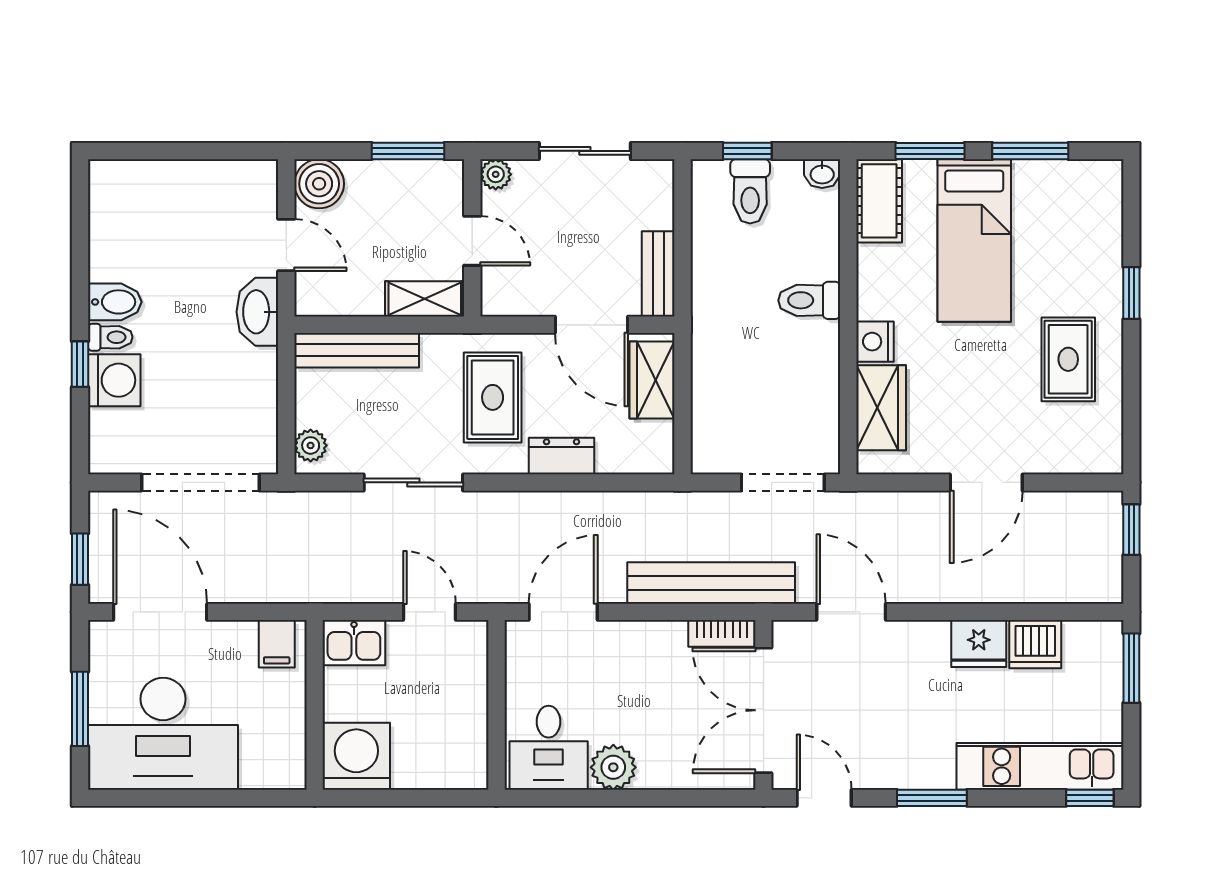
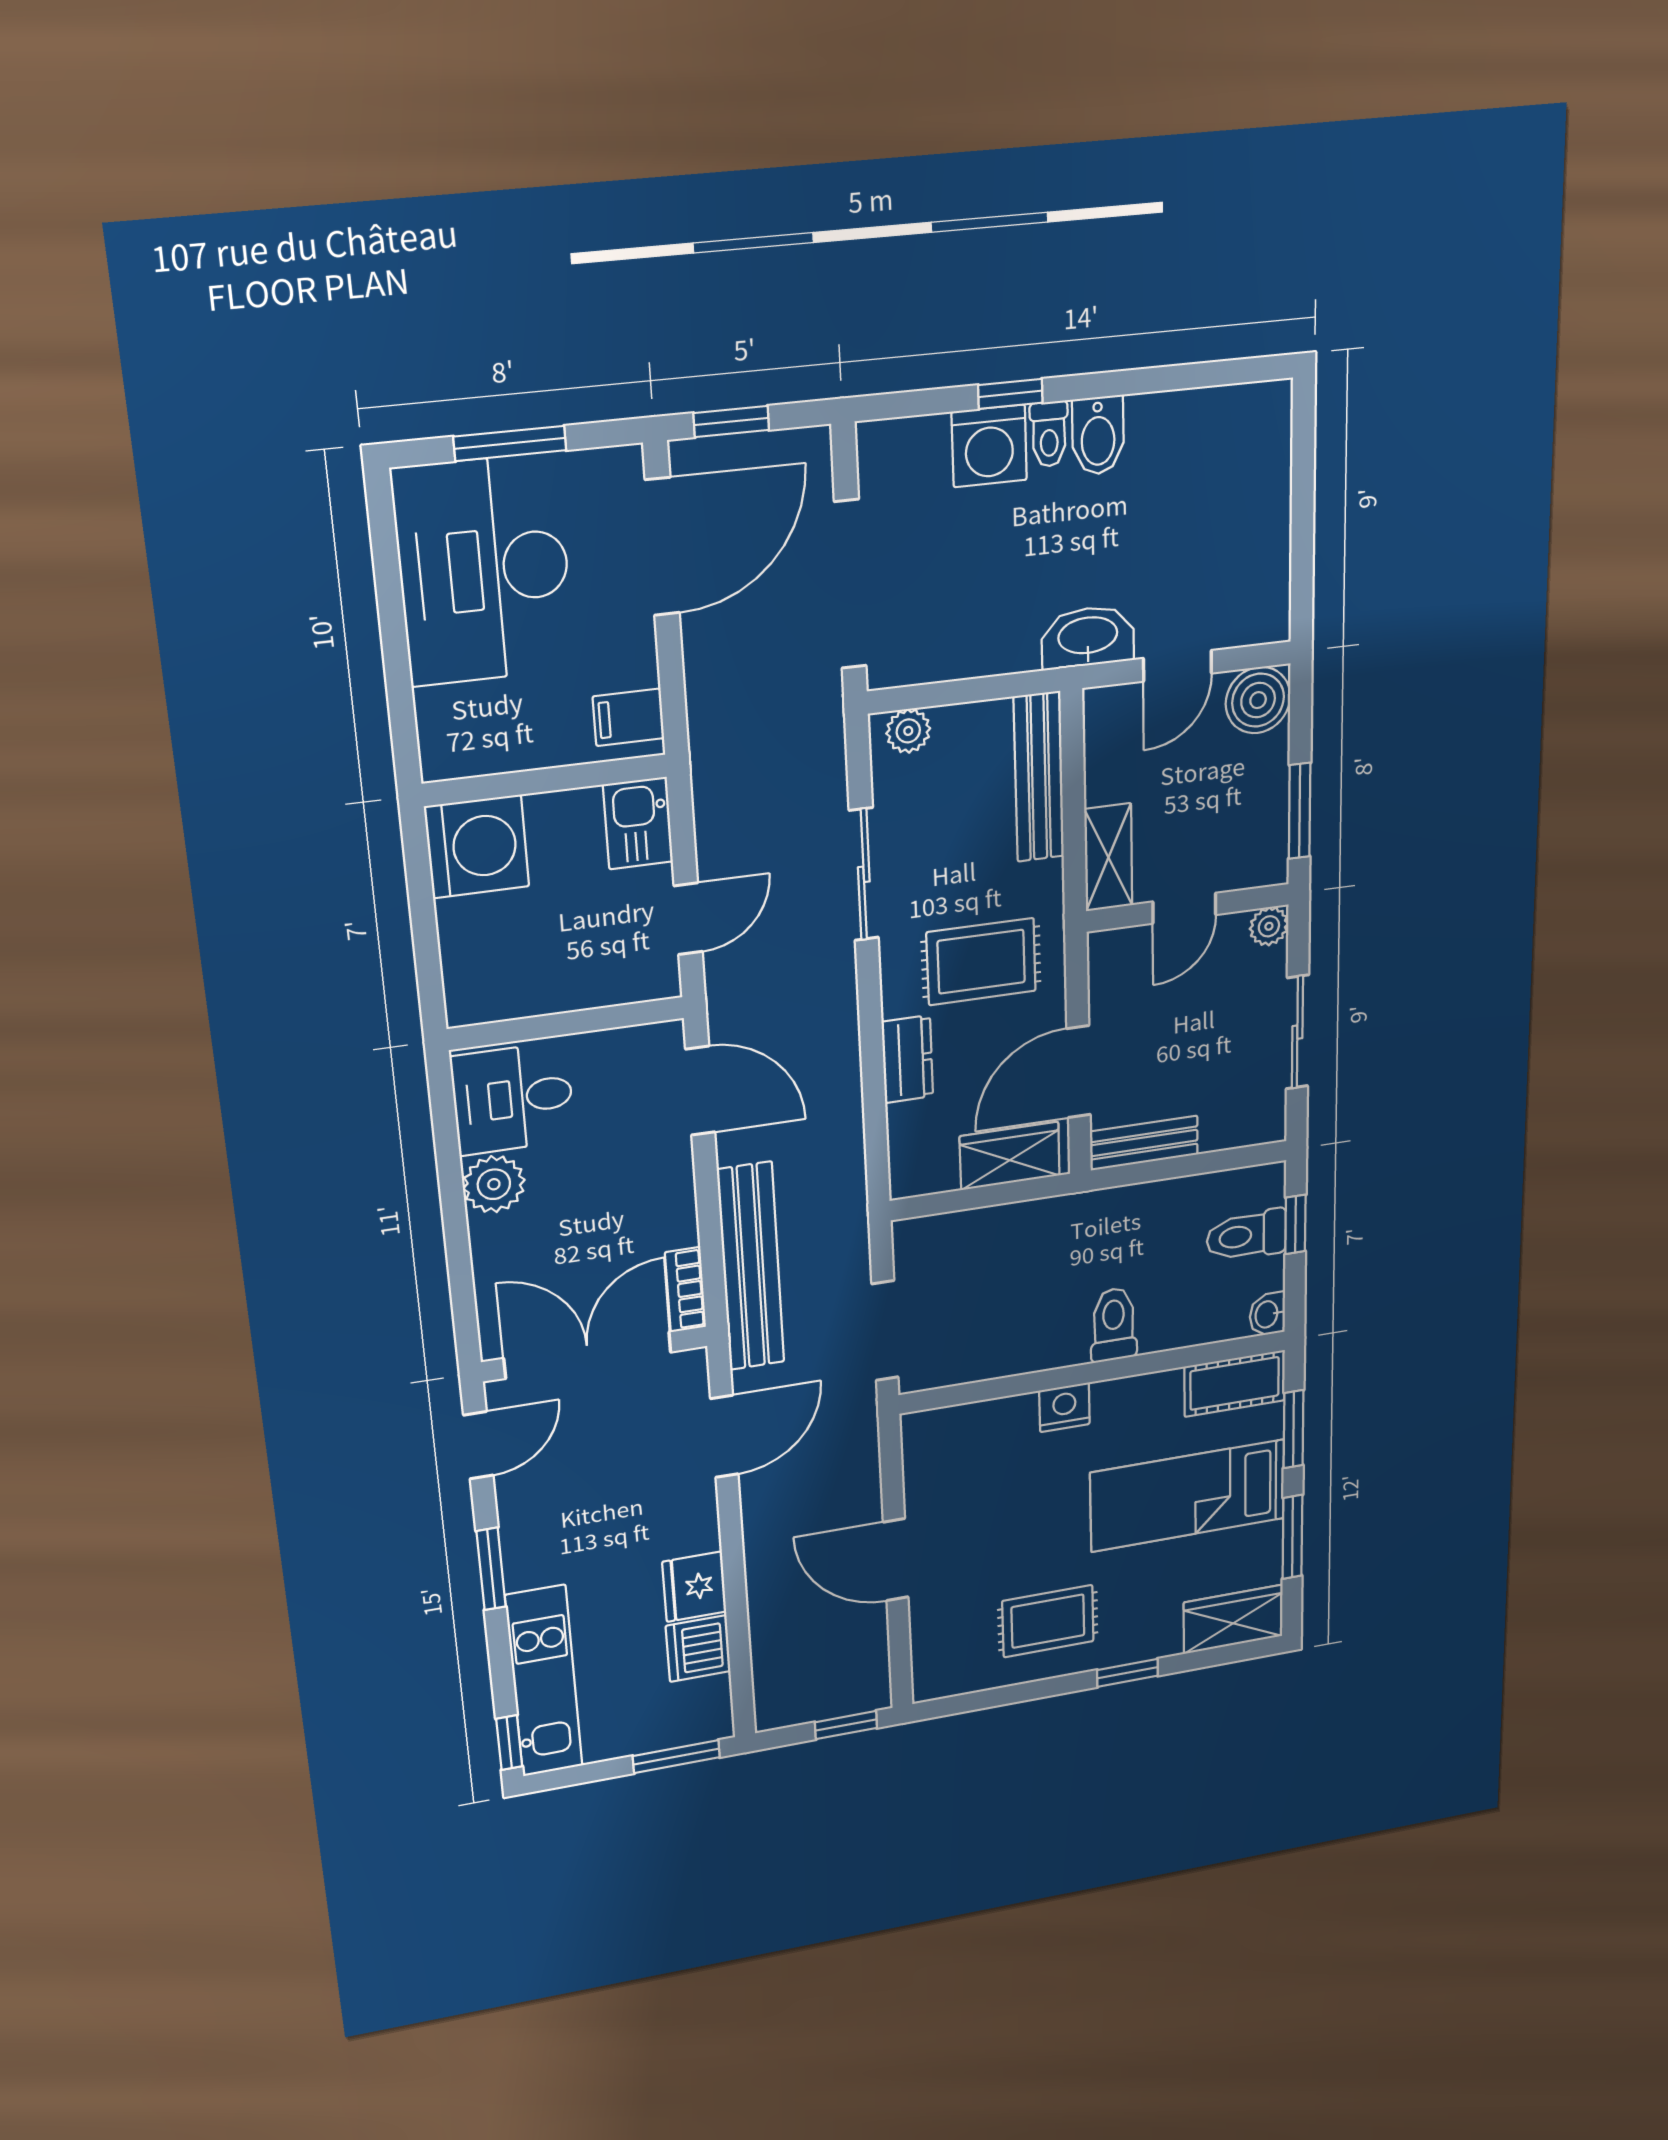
wardrobe: (881, 408) -> (1233, 1619), moved, turned 180

